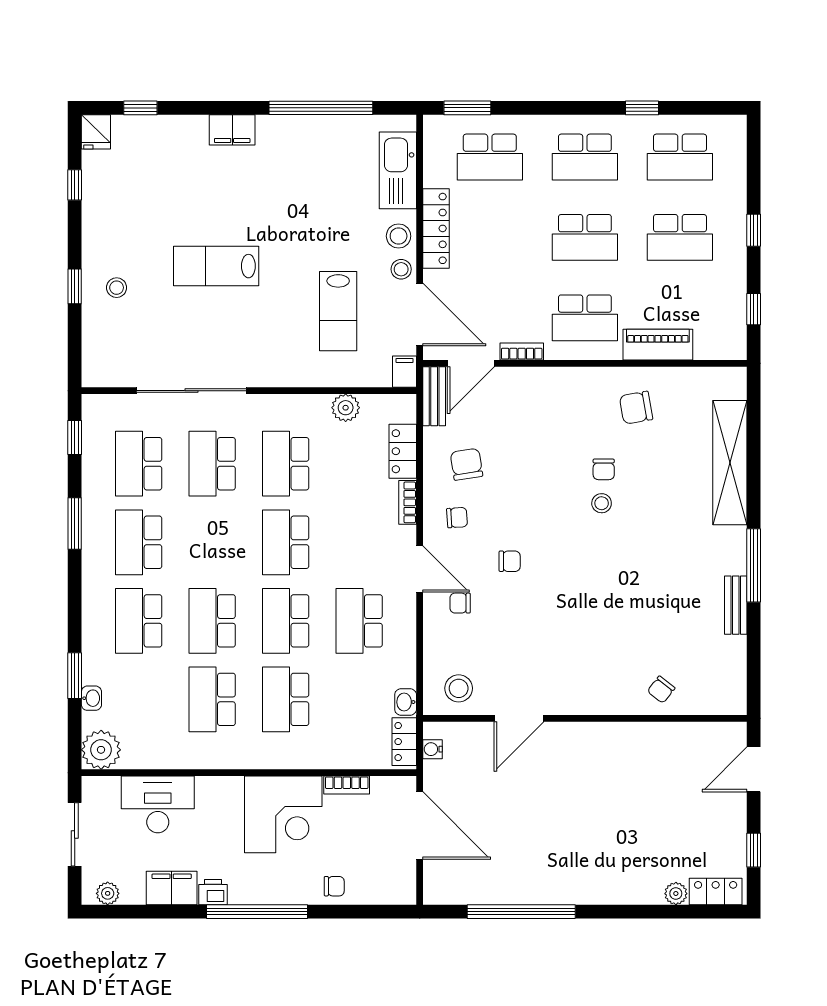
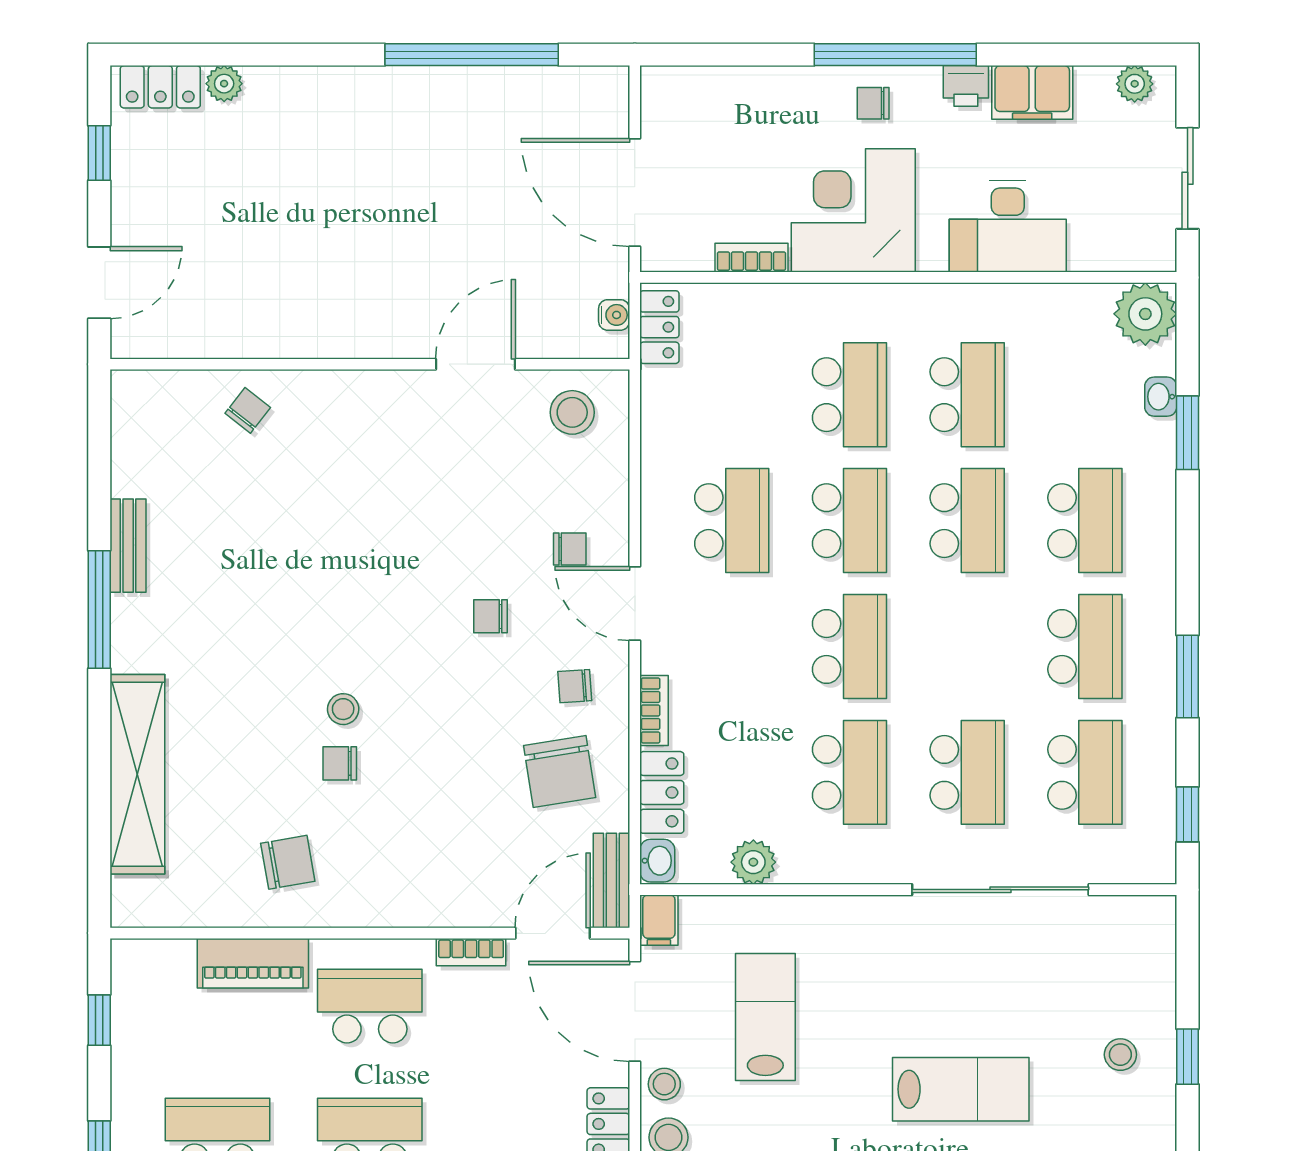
chair: (466, 464) -> (560, 772), width x1.37, depth x1.37
chair: (604, 469) -> (340, 763), turned -90
washbasin: (406, 702) -> (657, 861), moved
desk: (158, 804) -> (1008, 226), moved
chair: (334, 886) -> (873, 103), moved

